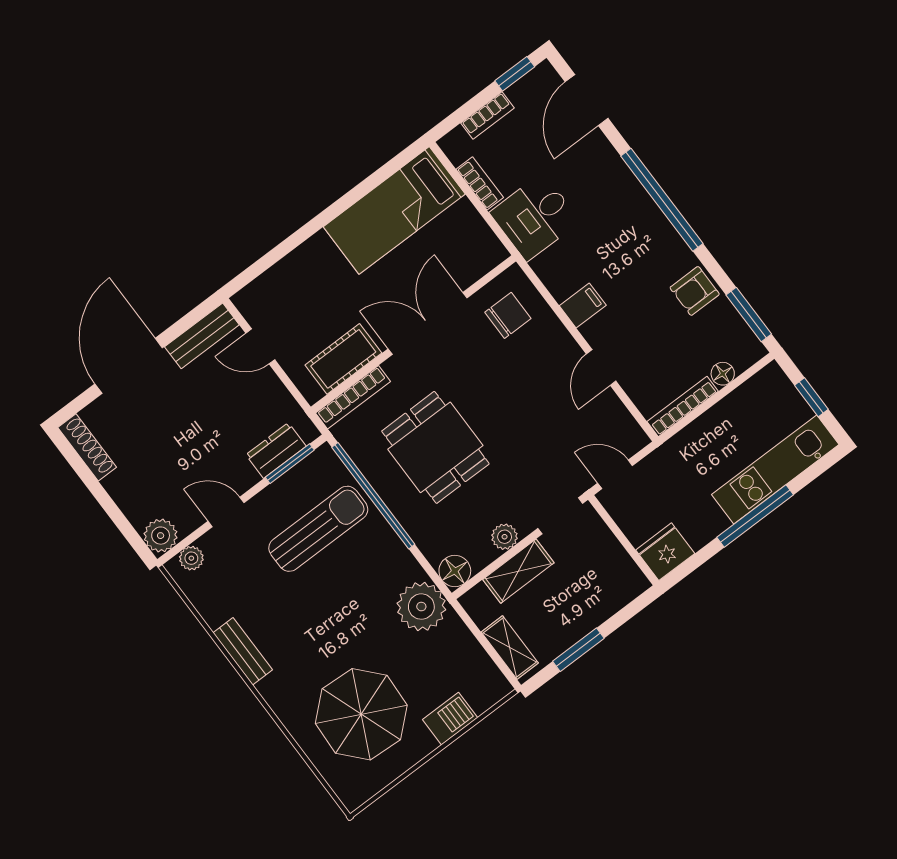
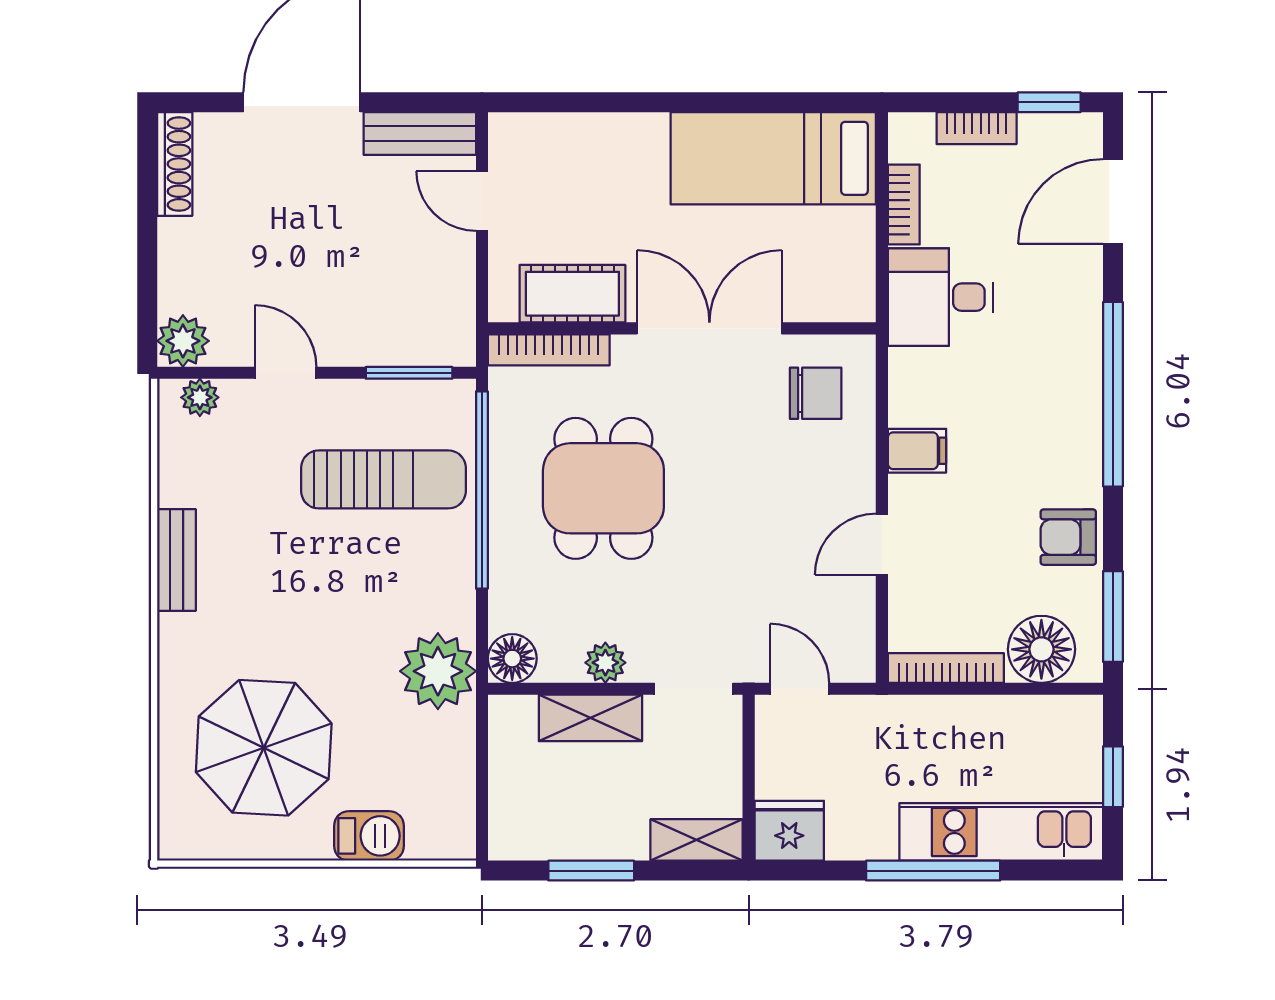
floor lamp: (723, 374) -> (1041, 649), width x1.89, depth x1.89
dresser: (276, 451) -> (404, 344), removed
shelving: (510, 648) -> (697, 840), moved, turned 90

